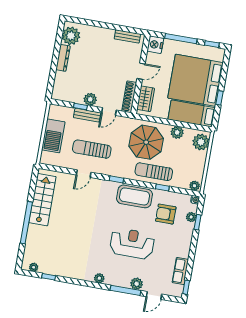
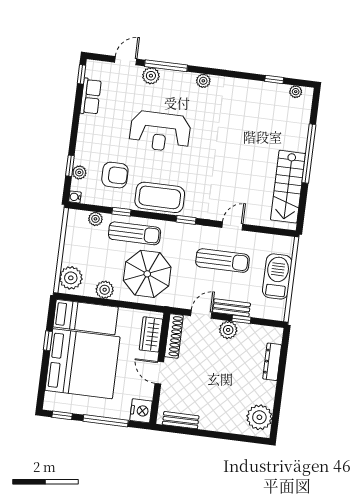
dresser: (63, 58) -> (272, 362), moved
door: (141, 71) -> (159, 373), hinge flipped
plant: (195, 186) -> (95, 219), moved

